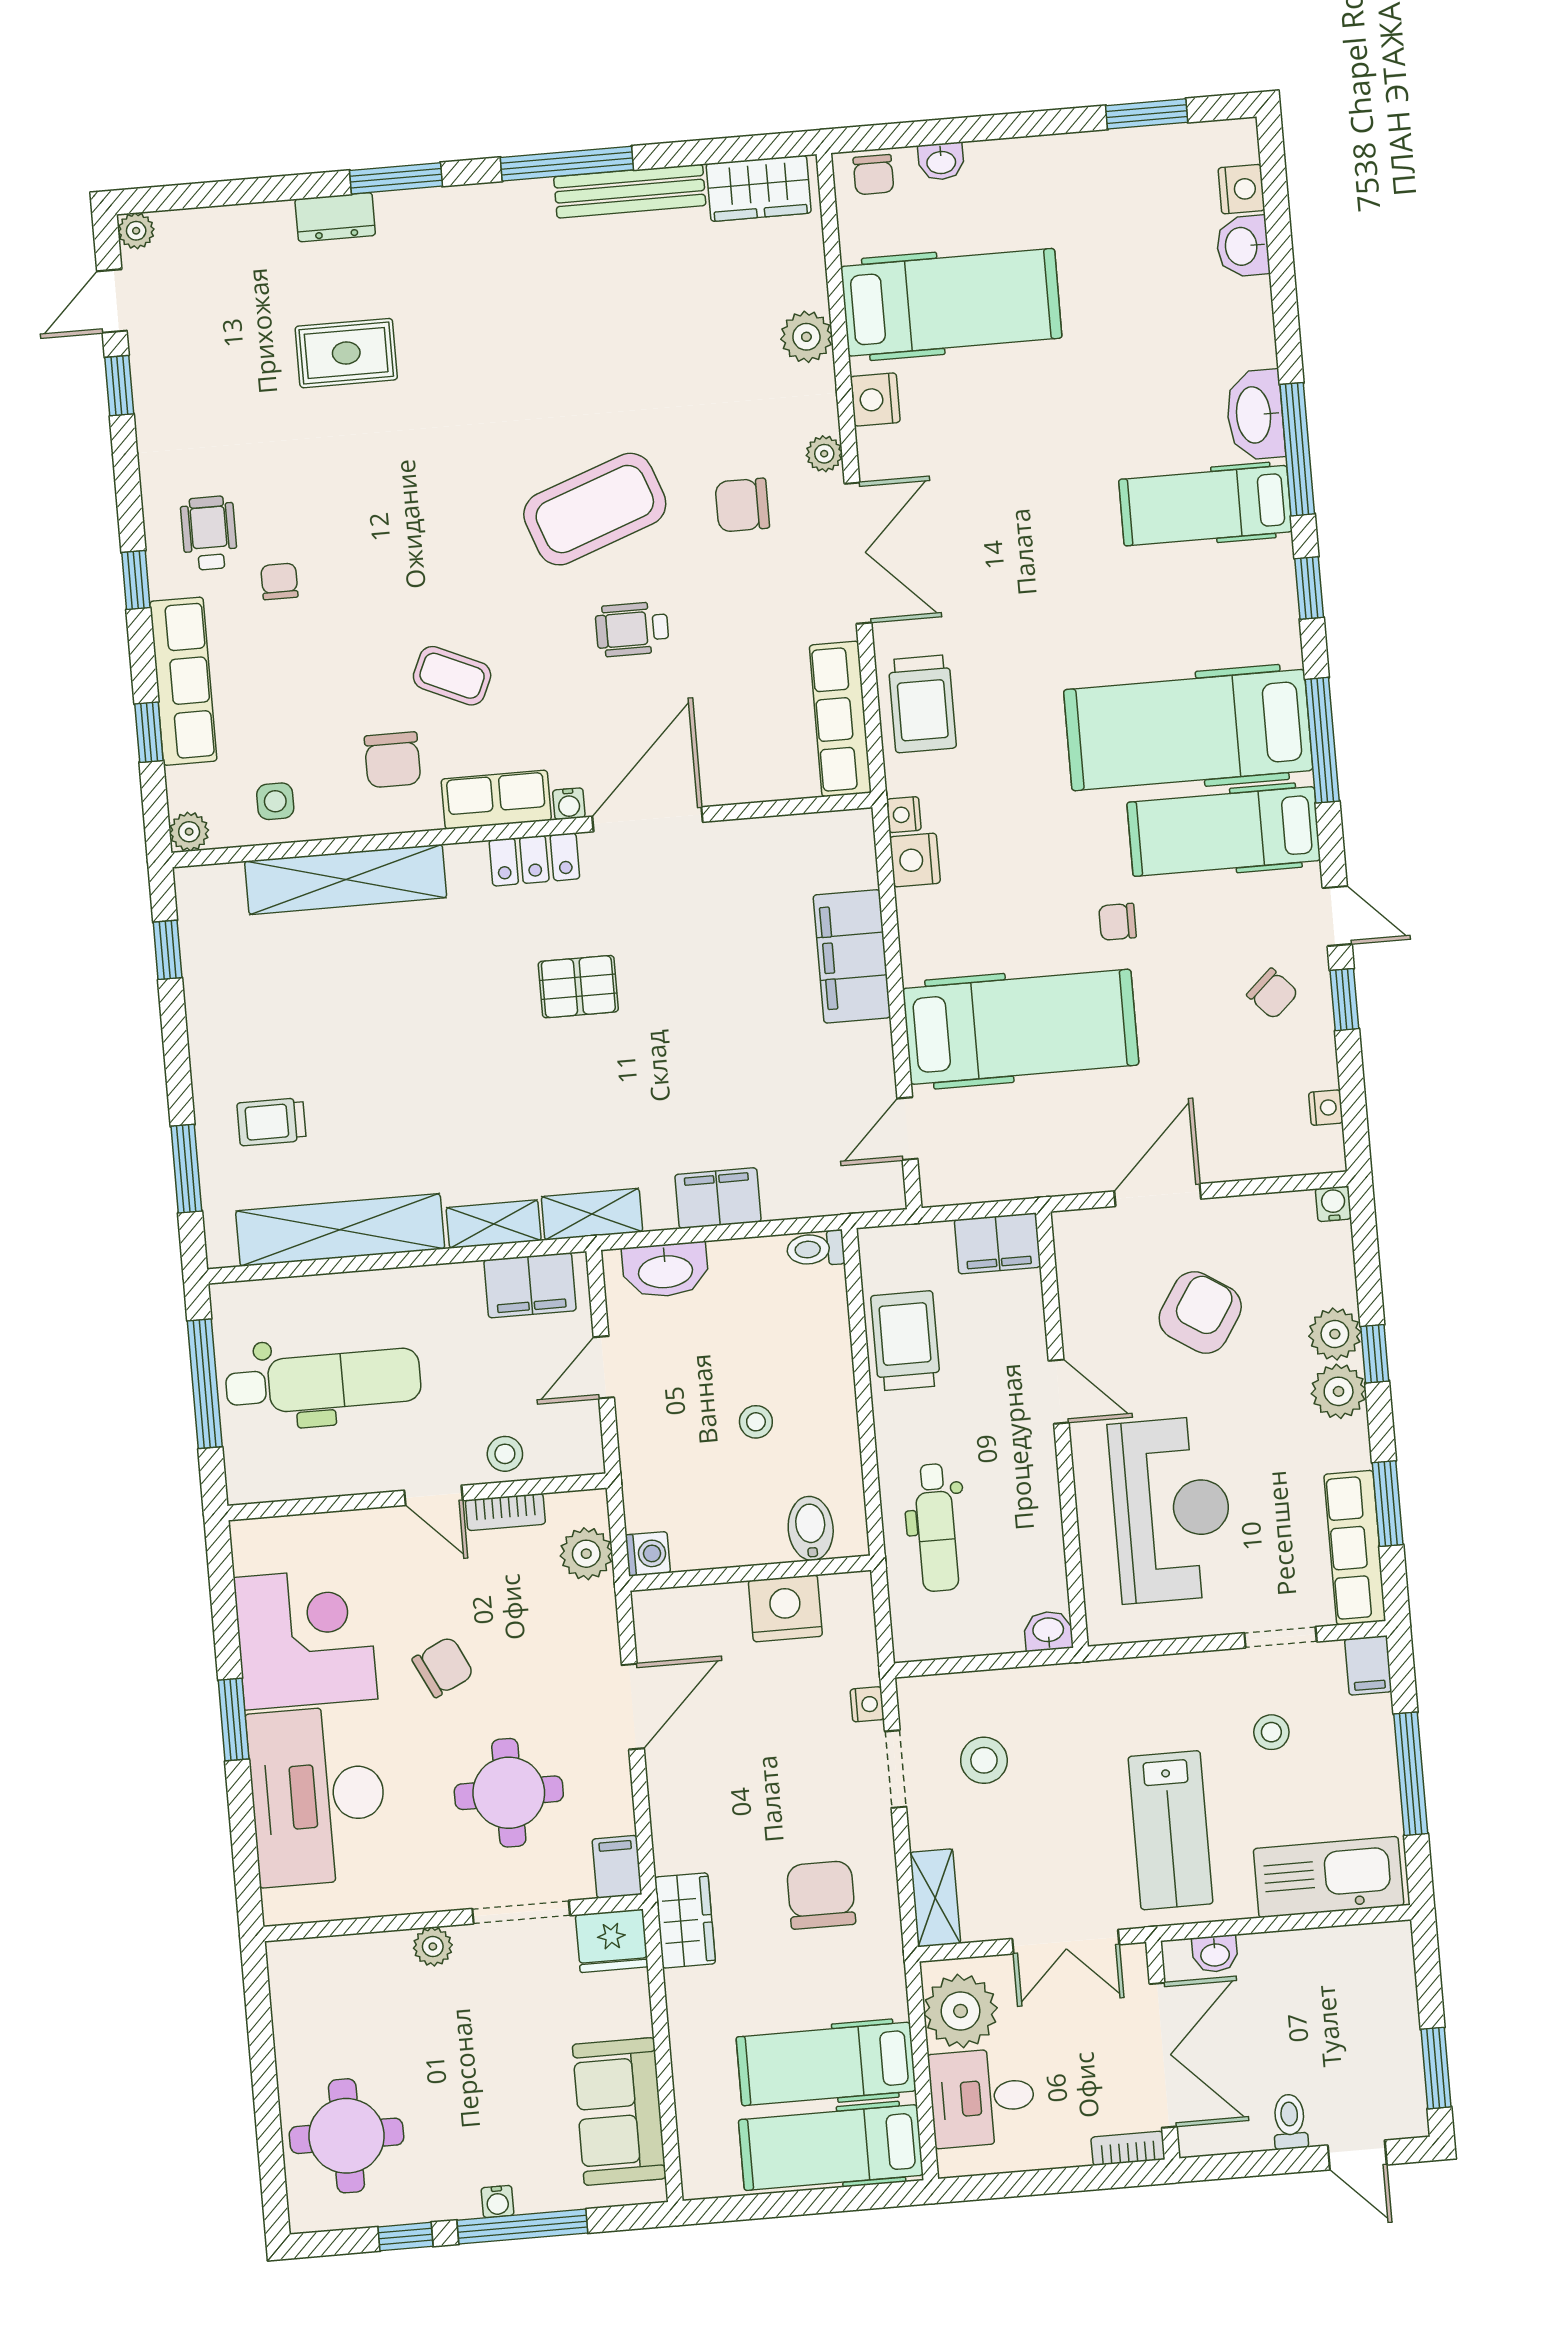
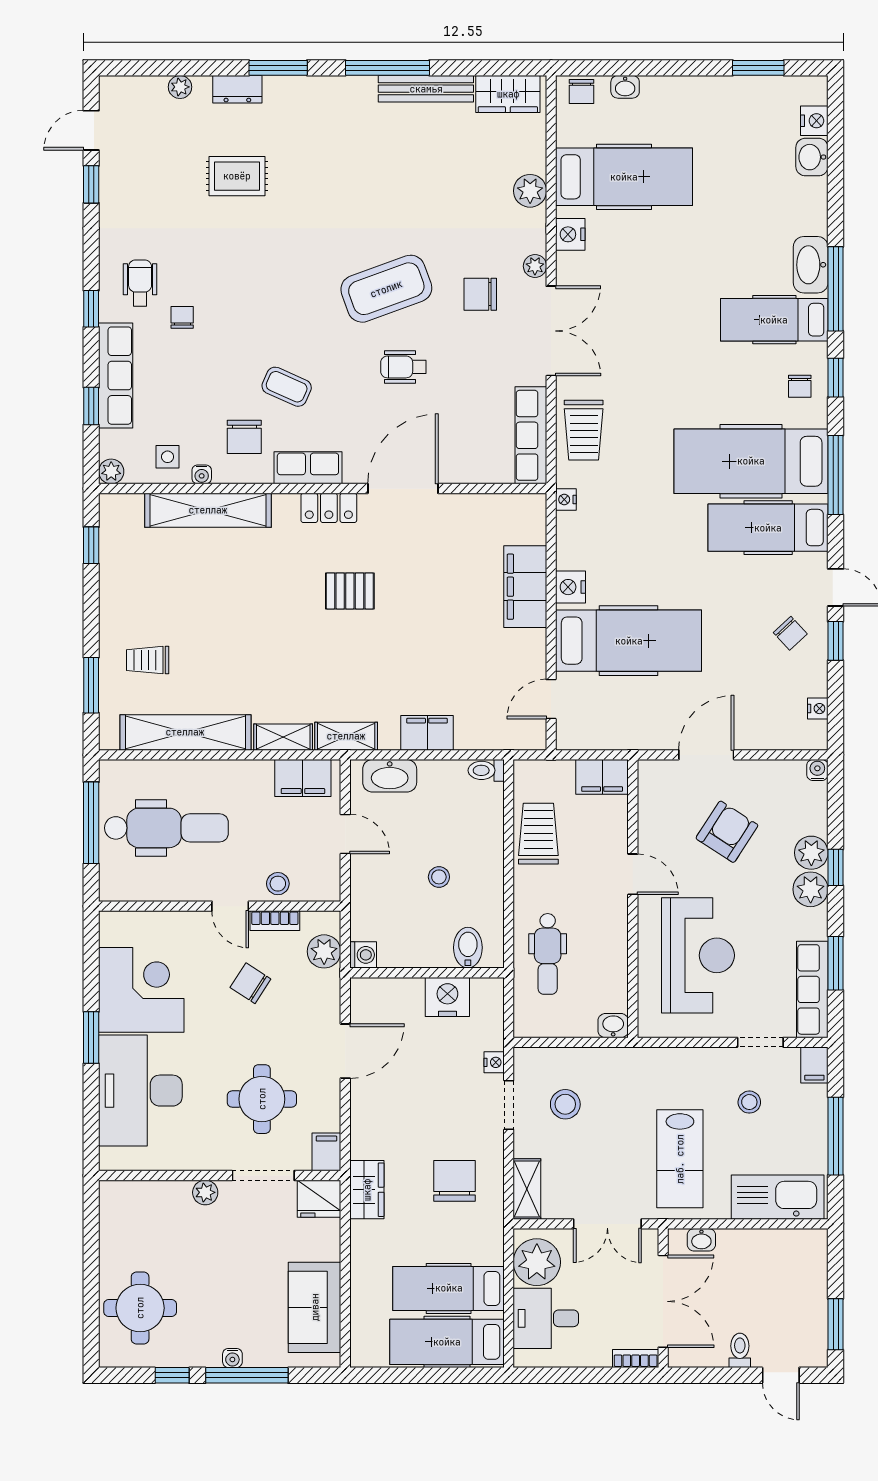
plant: (136, 231) -> (180, 87), moved
water cooler: (569, 804) -> (202, 474), moved
nightstand: (915, 860) -> (570, 587), moved
chair: (1117, 922) -> (800, 386), moved, turned -90
door: (604, 1367) -> (345, 834), swing flipped
chair: (443, 1667) -> (250, 983), moved, turned -121

